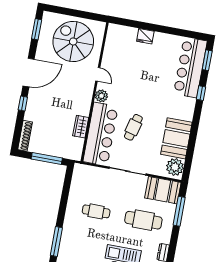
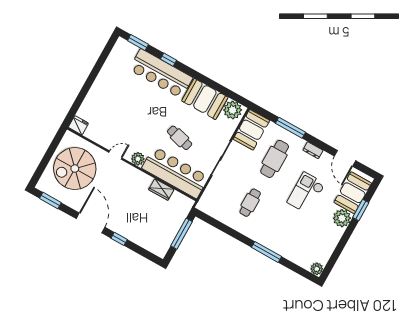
fridge: (145, 36) -> (78, 125), moved, turned -90
bar counter: (190, 67) -> (161, 74), moved
shoe rack: (25, 136) -> (152, 248), removed
window: (179, 211) -> (290, 128), moved

